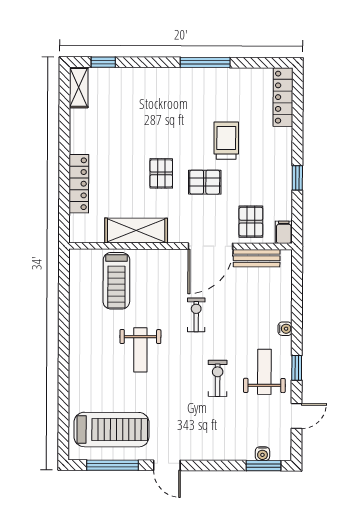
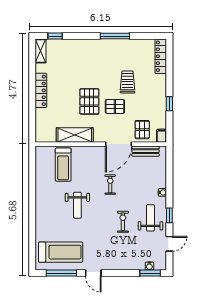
pallet: (161, 173) -> (89, 101), width x1.50, depth x1.42
locker: (79, 184) -> (41, 90), moved

